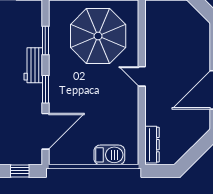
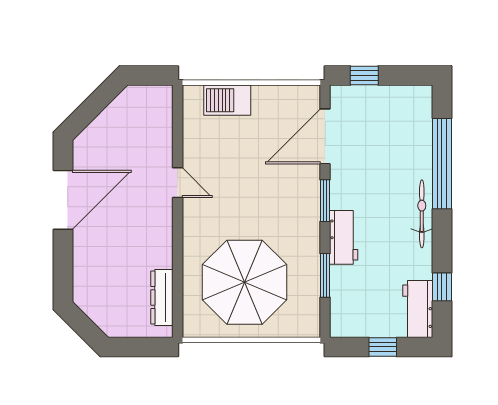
door: (142, 76) -> (178, 183), moved
dresser: (152, 145) -> (162, 298), moved

